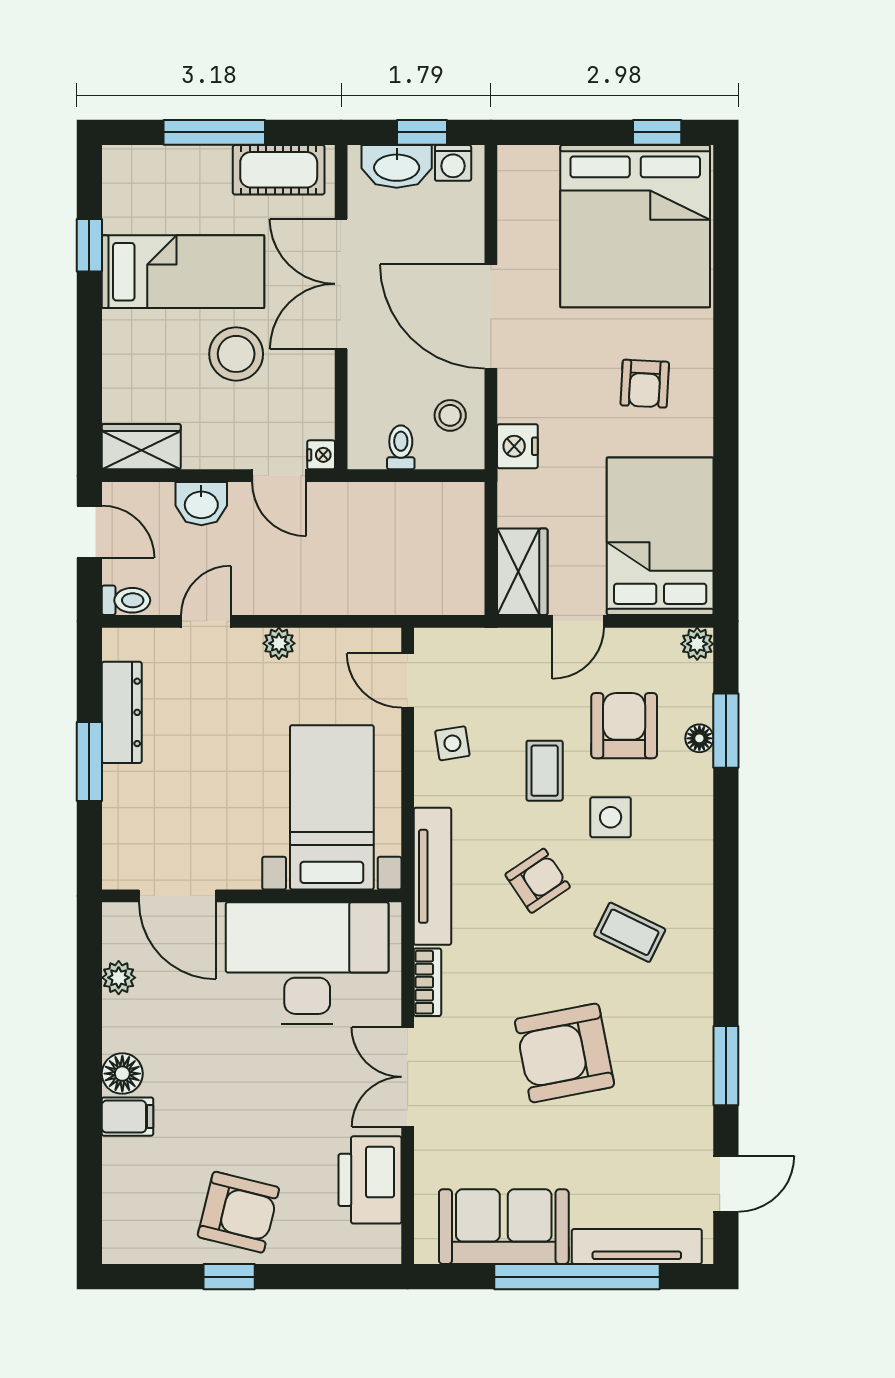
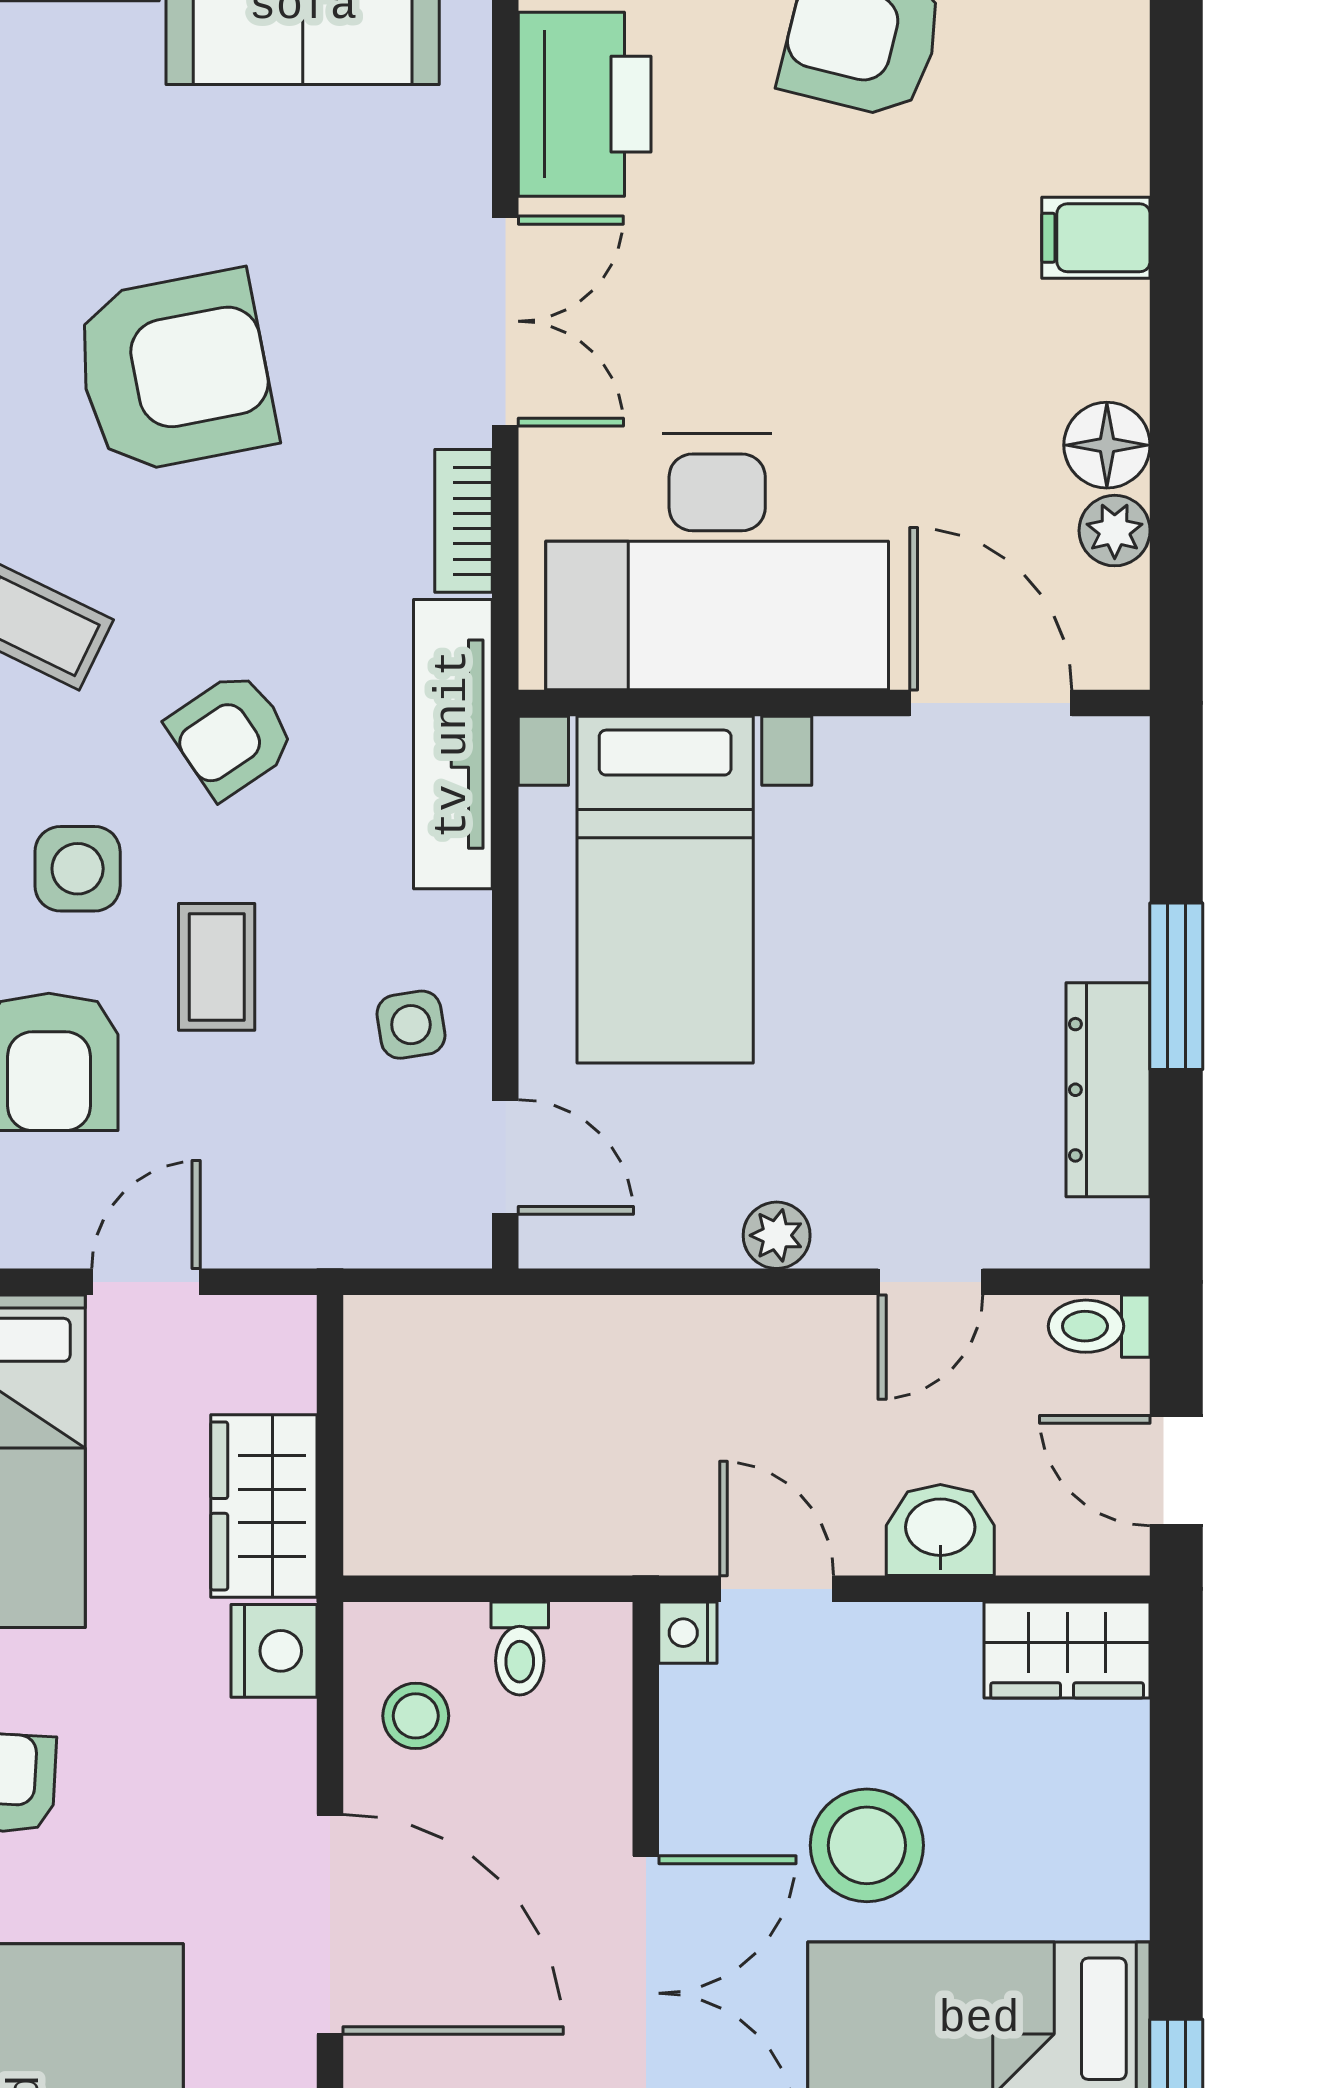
wardrobe: (522, 572) -> (264, 1506), moved
floor lamp: (122, 1074) -> (1107, 445), moved

